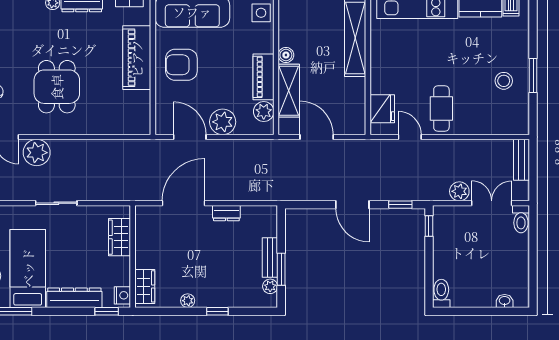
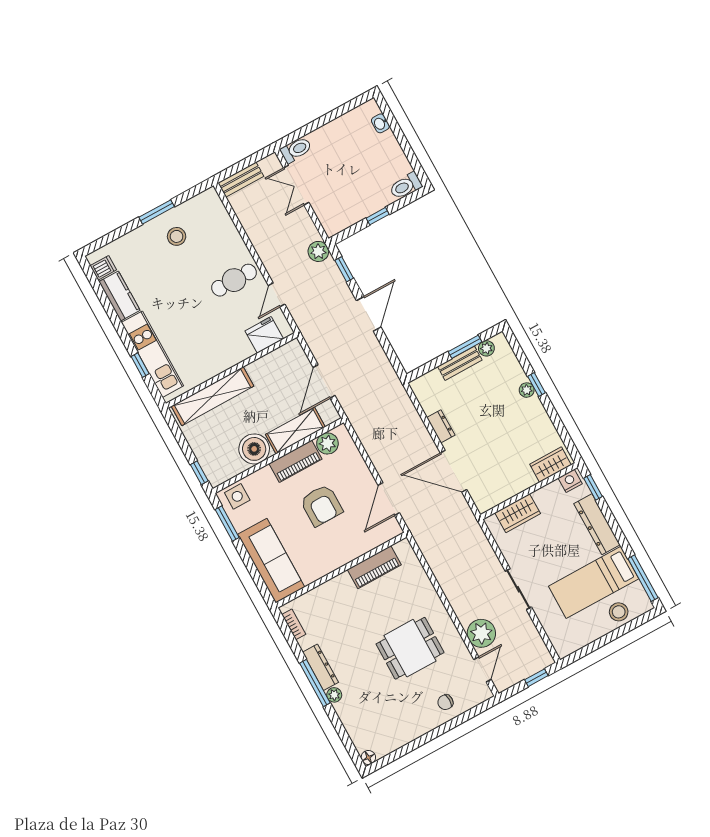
boiler: (286, 55) -> (254, 449), width x1.86, depth x1.86
piano: (137, 58) -> (374, 567), moved, width x0.73, depth x0.75
armchair: (181, 65) -> (321, 505), moved
plant: (223, 122) -> (358, 476), removed
plant: (459, 191) -> (318, 251), moved
window: (429, 226) -> (378, 216), moved
plant: (188, 301) -> (527, 390), moved

